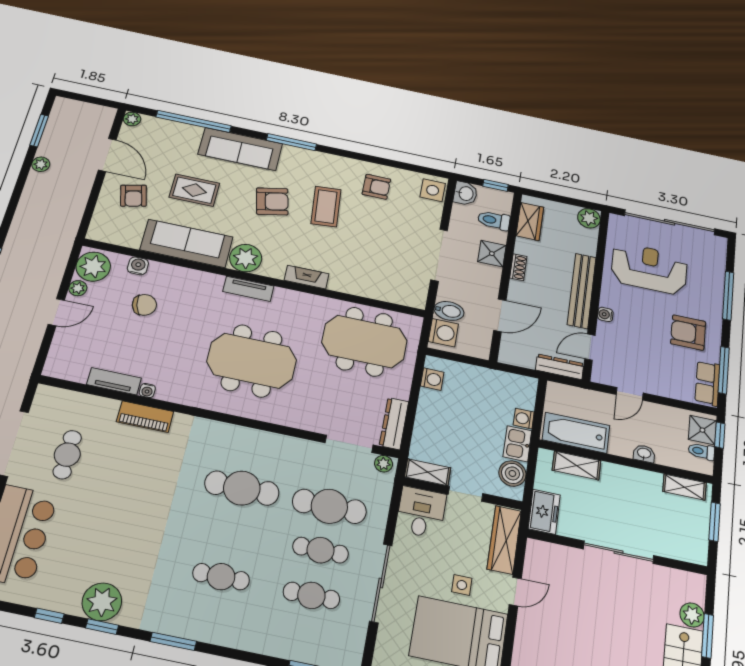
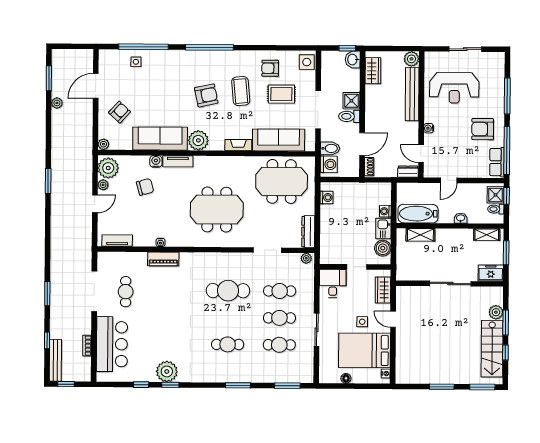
plant: (132, 119) -> (104, 144), moved
side table: (177, 137) -> (136, 62), added
window: (291, 142) -> (209, 47), width x1.46
sofa: (240, 149) -> (279, 140), moved, turned 180
door: (107, 155) -> (96, 86), swing flipped
armchair: (376, 187) -> (270, 68), turned 180
rug: (194, 190) -> (281, 94), moved
washbasin: (465, 193) -> (353, 60), moved, turned 180
armchair: (133, 196) -> (120, 112), turned -123
toilet: (494, 220) -> (349, 116), moved
sliding door: (670, 222) -> (465, 49), width x0.54
water cooler: (138, 266) -> (156, 161), moved
shoe rack: (518, 267) -> (369, 167), moved
reception desk: (649, 269) -> (454, 88), turned 180
tv unit: (248, 289) -> (178, 161), moved
bench: (582, 291) -> (412, 94), moved
door: (590, 347) -> (421, 154), hinge flipped
dresser: (560, 367) -> (408, 172), width x0.70
window: (724, 370) -> (507, 151), width x1.46
tv unit: (114, 381) -> (117, 241), moved
doorway: (349, 444) -> (267, 250), moved
shelving: (428, 472) -> (333, 258), removed
cafe table: (329, 506) -> (280, 291), width x0.73, depth x0.74
freezer: (544, 512) -> (491, 273), moved, turned -90
wardrobe: (504, 540) -> (383, 290), width x0.67
sliding door: (381, 583) -> (317, 330), width x0.73
door: (515, 592) -> (393, 319), swing flipped
window: (173, 641) -> (238, 385), moved

